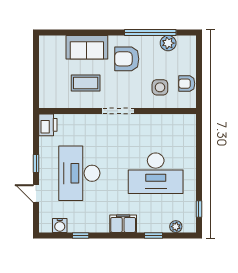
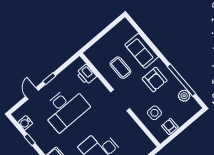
armchair: (127, 59) -> (155, 80), turned 180
printer: (48, 125) -> (86, 75), moved, turned 90
desk: (79, 173) -> (65, 108), turned 180

